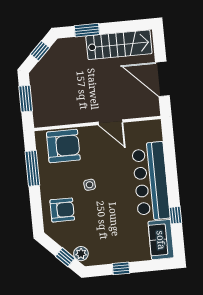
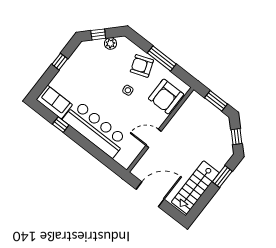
window: (32, 168) -> (162, 59), moved
armchair: (62, 210) -> (142, 66), moved, turned 70
plant: (81, 254) -> (110, 44), moved

